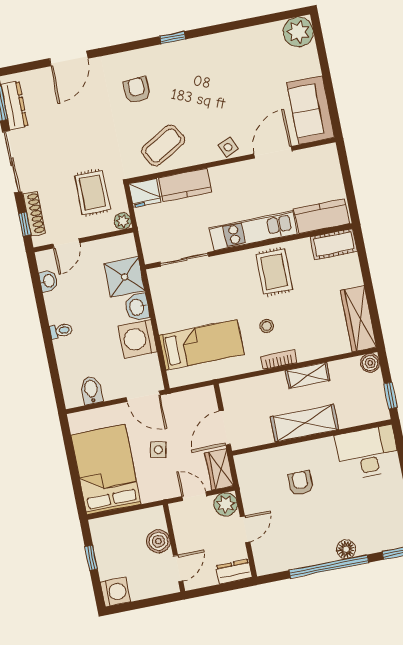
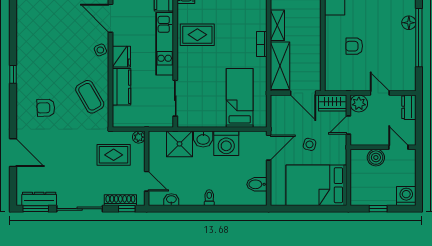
fridge: (145, 193) -> (121, 57), moved
stool: (267, 326) -> (235, 48), removed
shelving: (305, 423) -> (280, 66), moved

